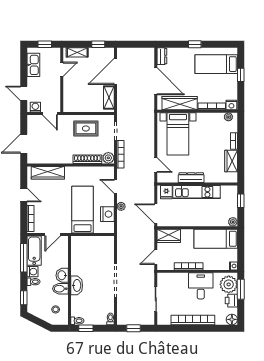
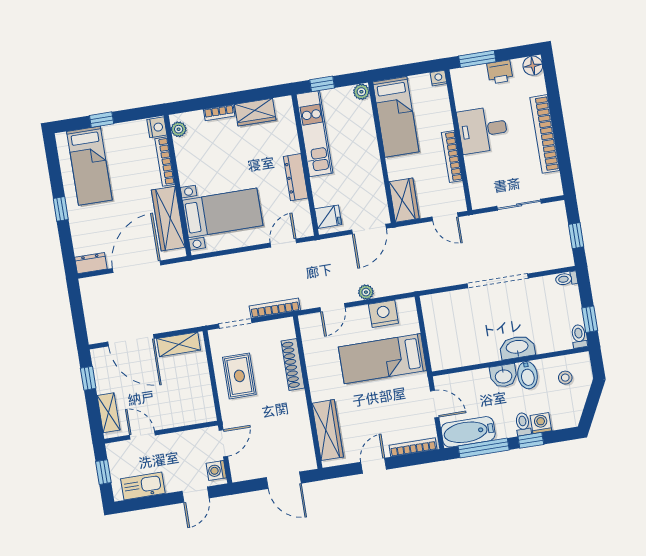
plant: (108, 158) -> (285, 328), removed
kitchen unit: (197, 192) -> (314, 134), moved
washing machine: (32, 272) -> (541, 423), moved
plant: (229, 284) -> (472, 81), removed
window: (24, 298) -> (531, 440), moved

